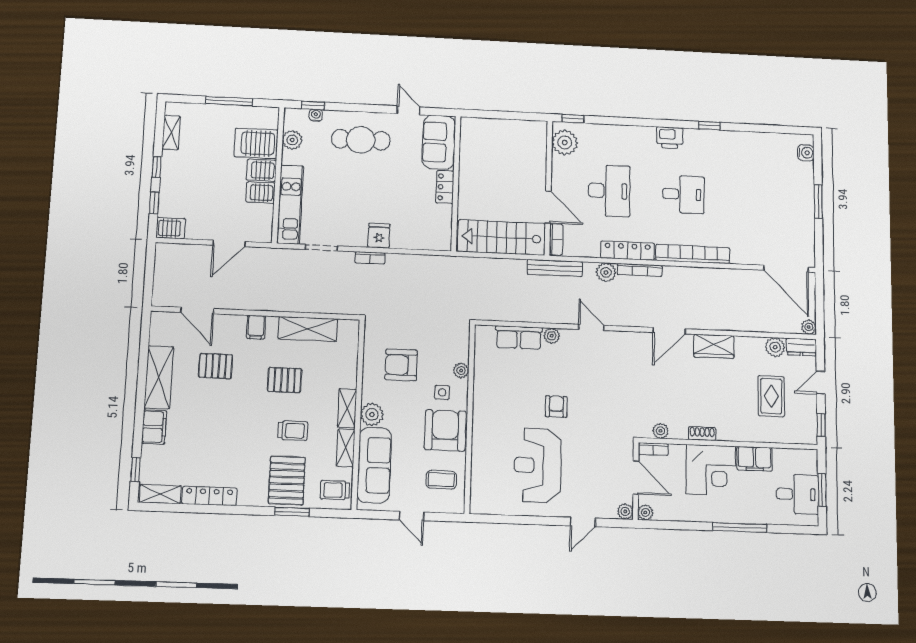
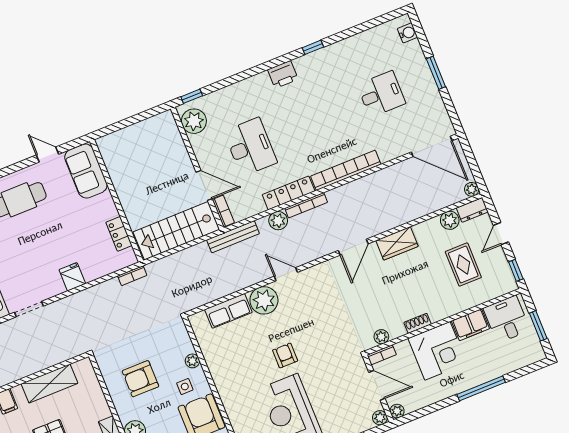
locker: (445, 187) -> (119, 234), moved
desk: (683, 194) -> (381, 94), moved
bookcase: (370, 258) -> (132, 276), moved
plant: (552, 336) -> (264, 300), width x1.88, depth x1.88
desk: (797, 494) -> (507, 319), moved, turned -90

